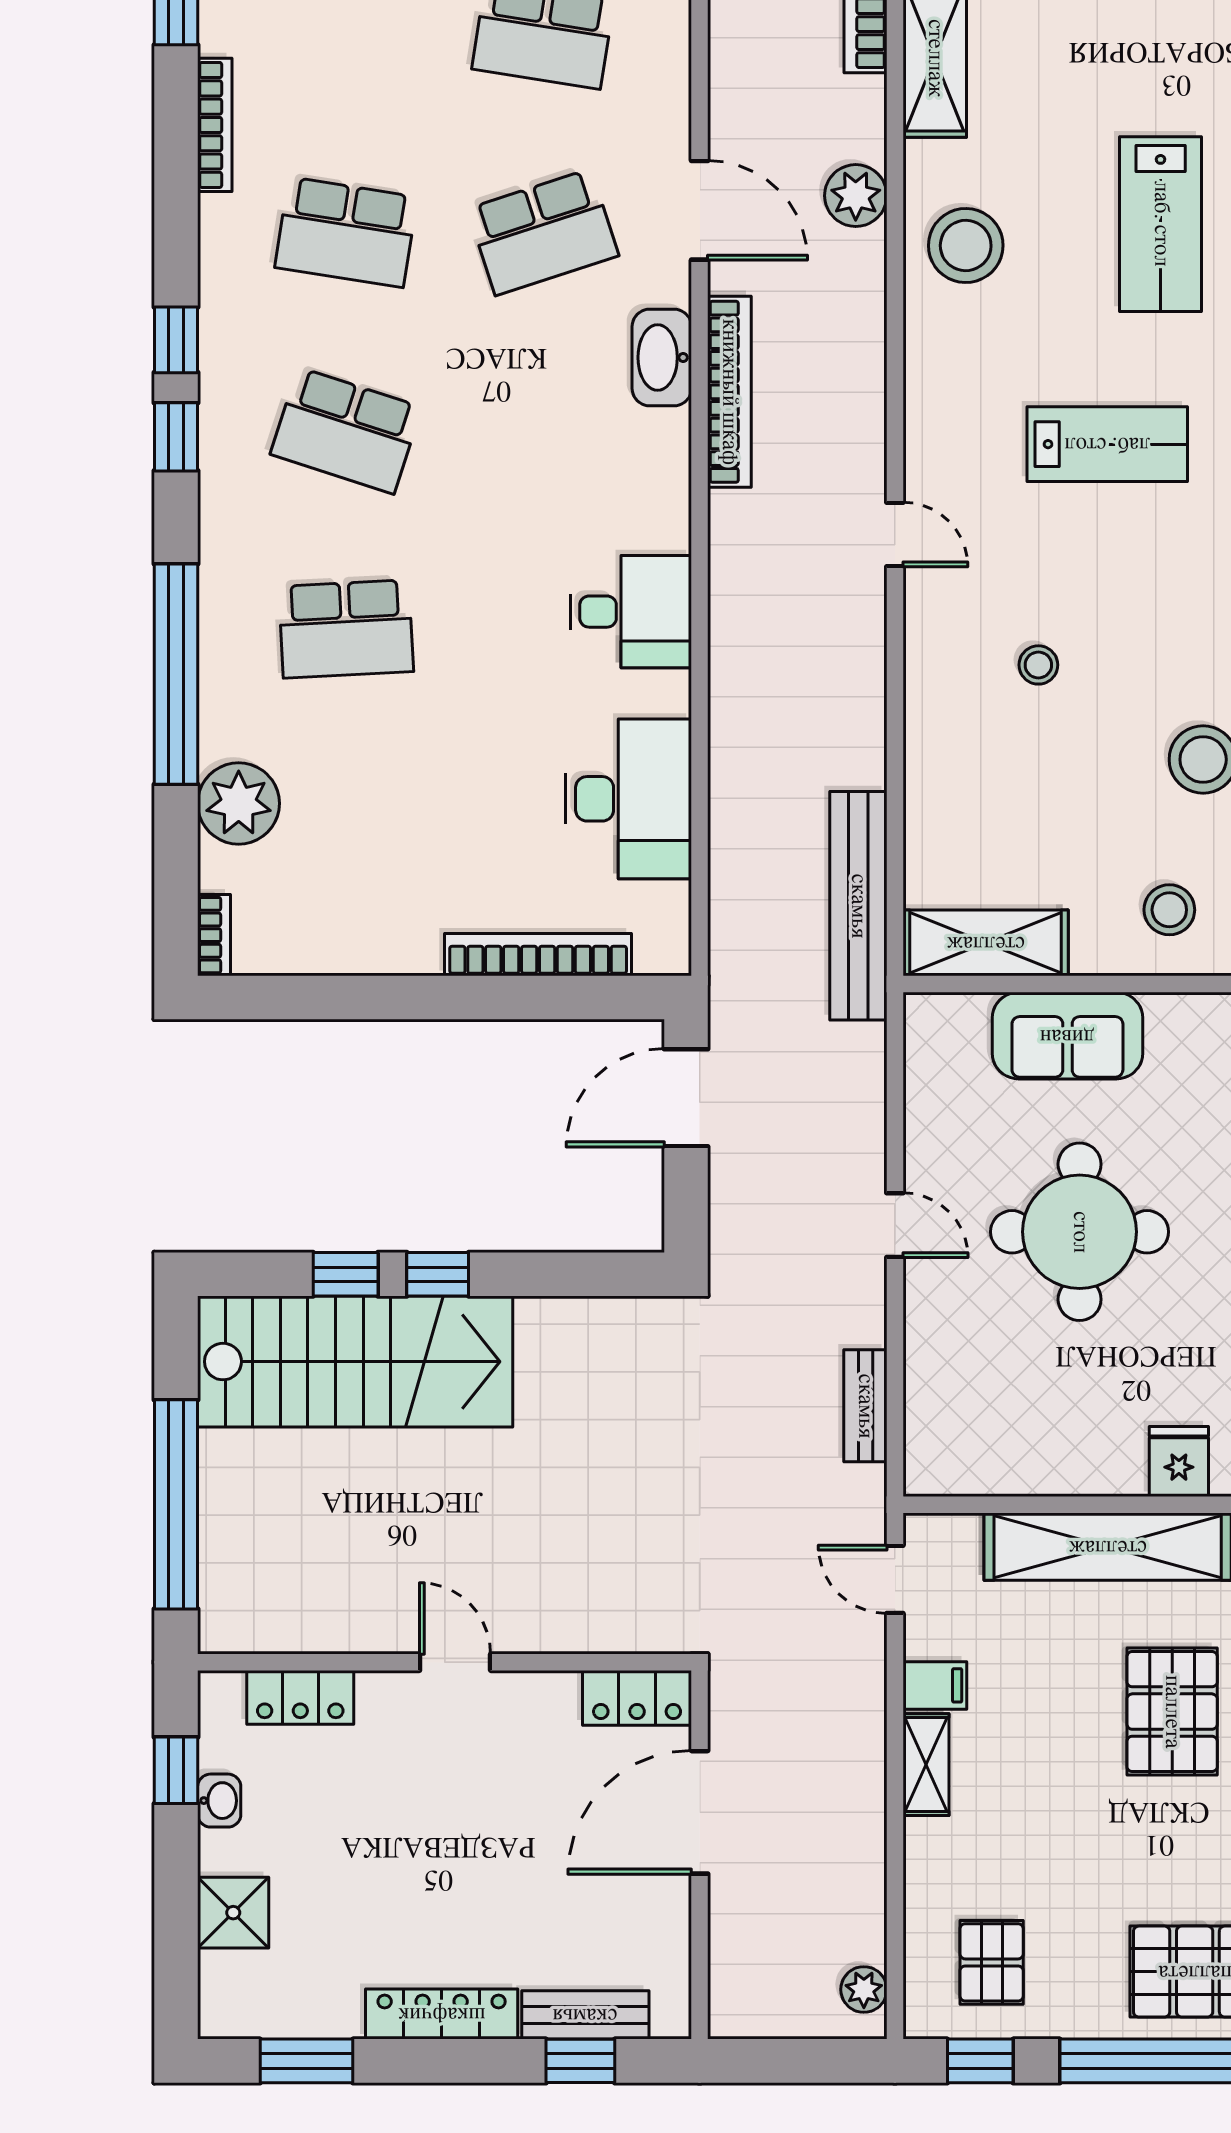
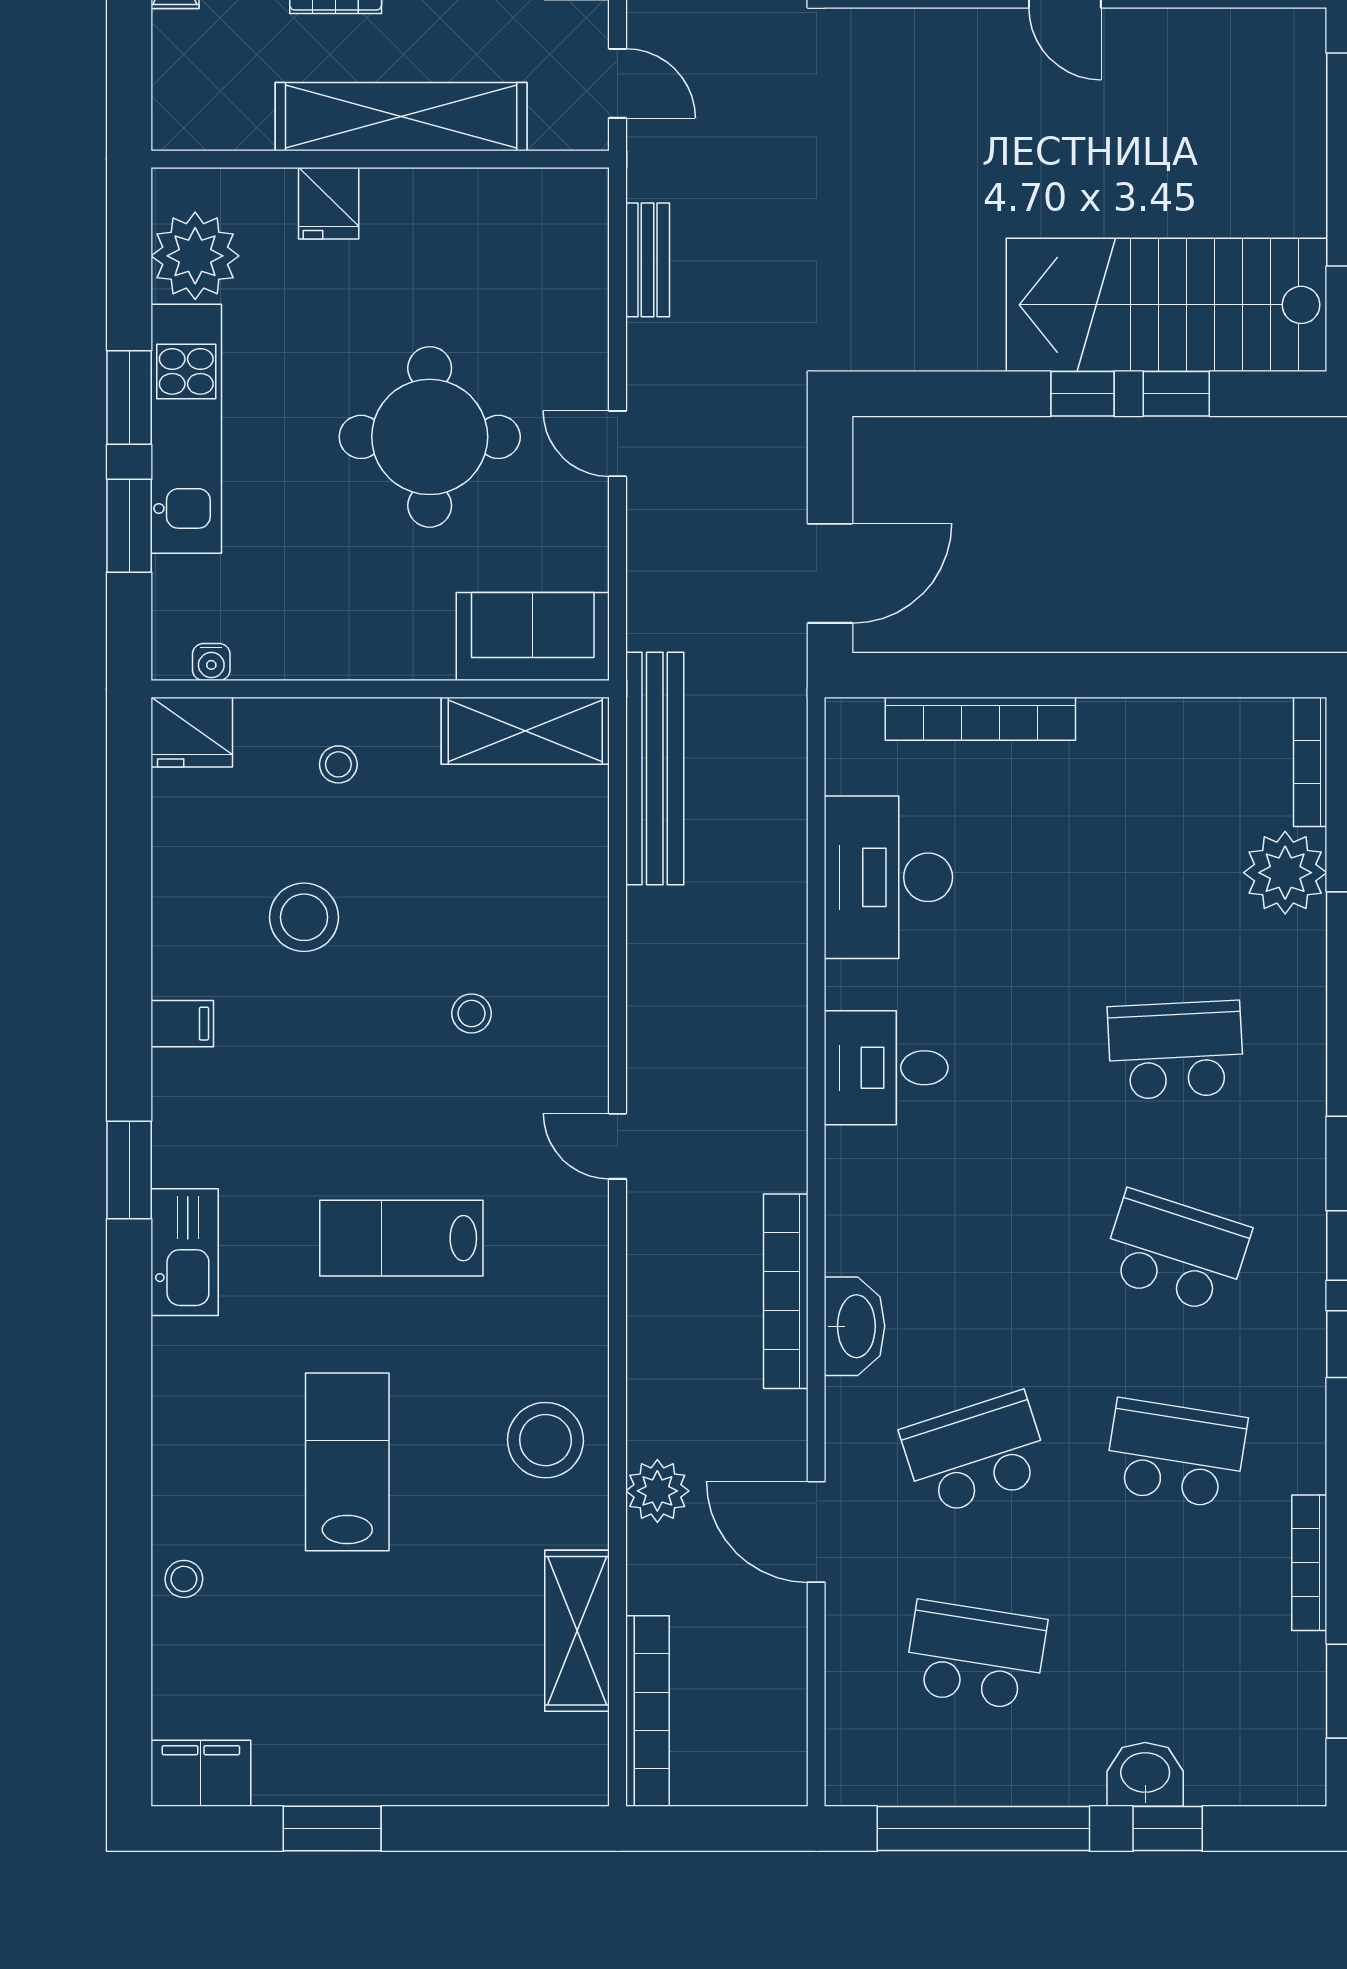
door: (700, 210) -> (816, 1532), moved
stool: (1169, 910) -> (338, 764), width x0.73, depth x0.73
bookcase: (214, 935) -> (1310, 762), width x1.56
sofa: (1067, 1036) -> (533, 636), moved

